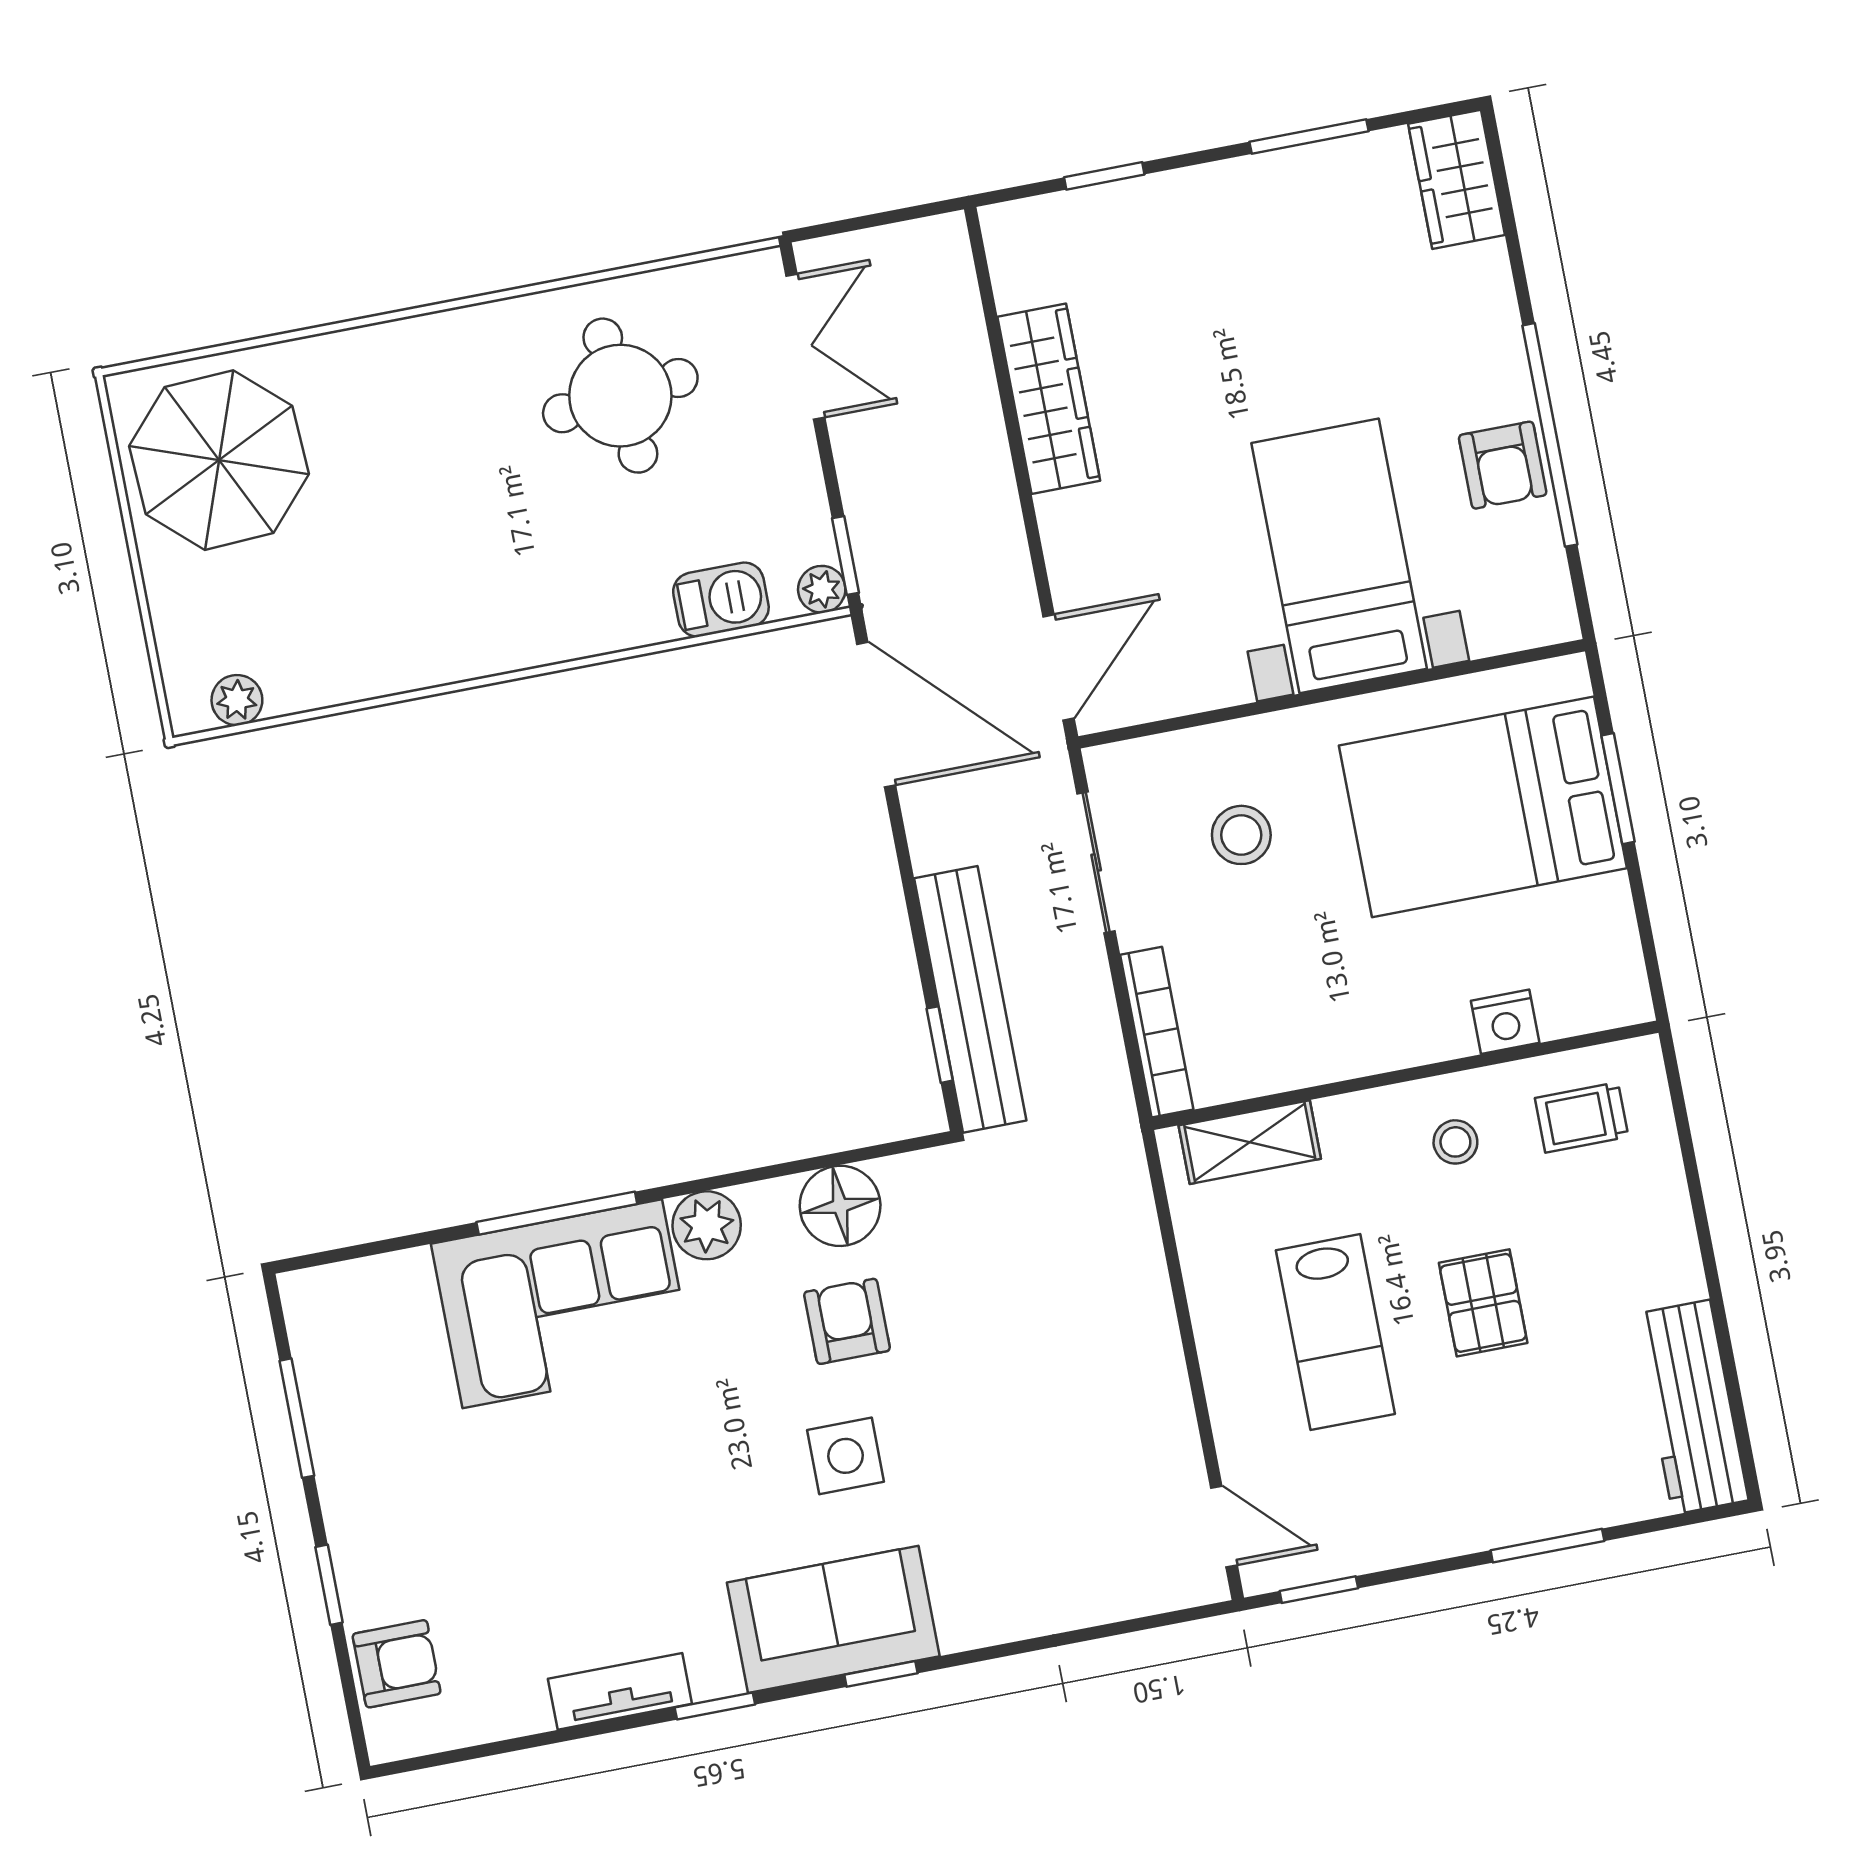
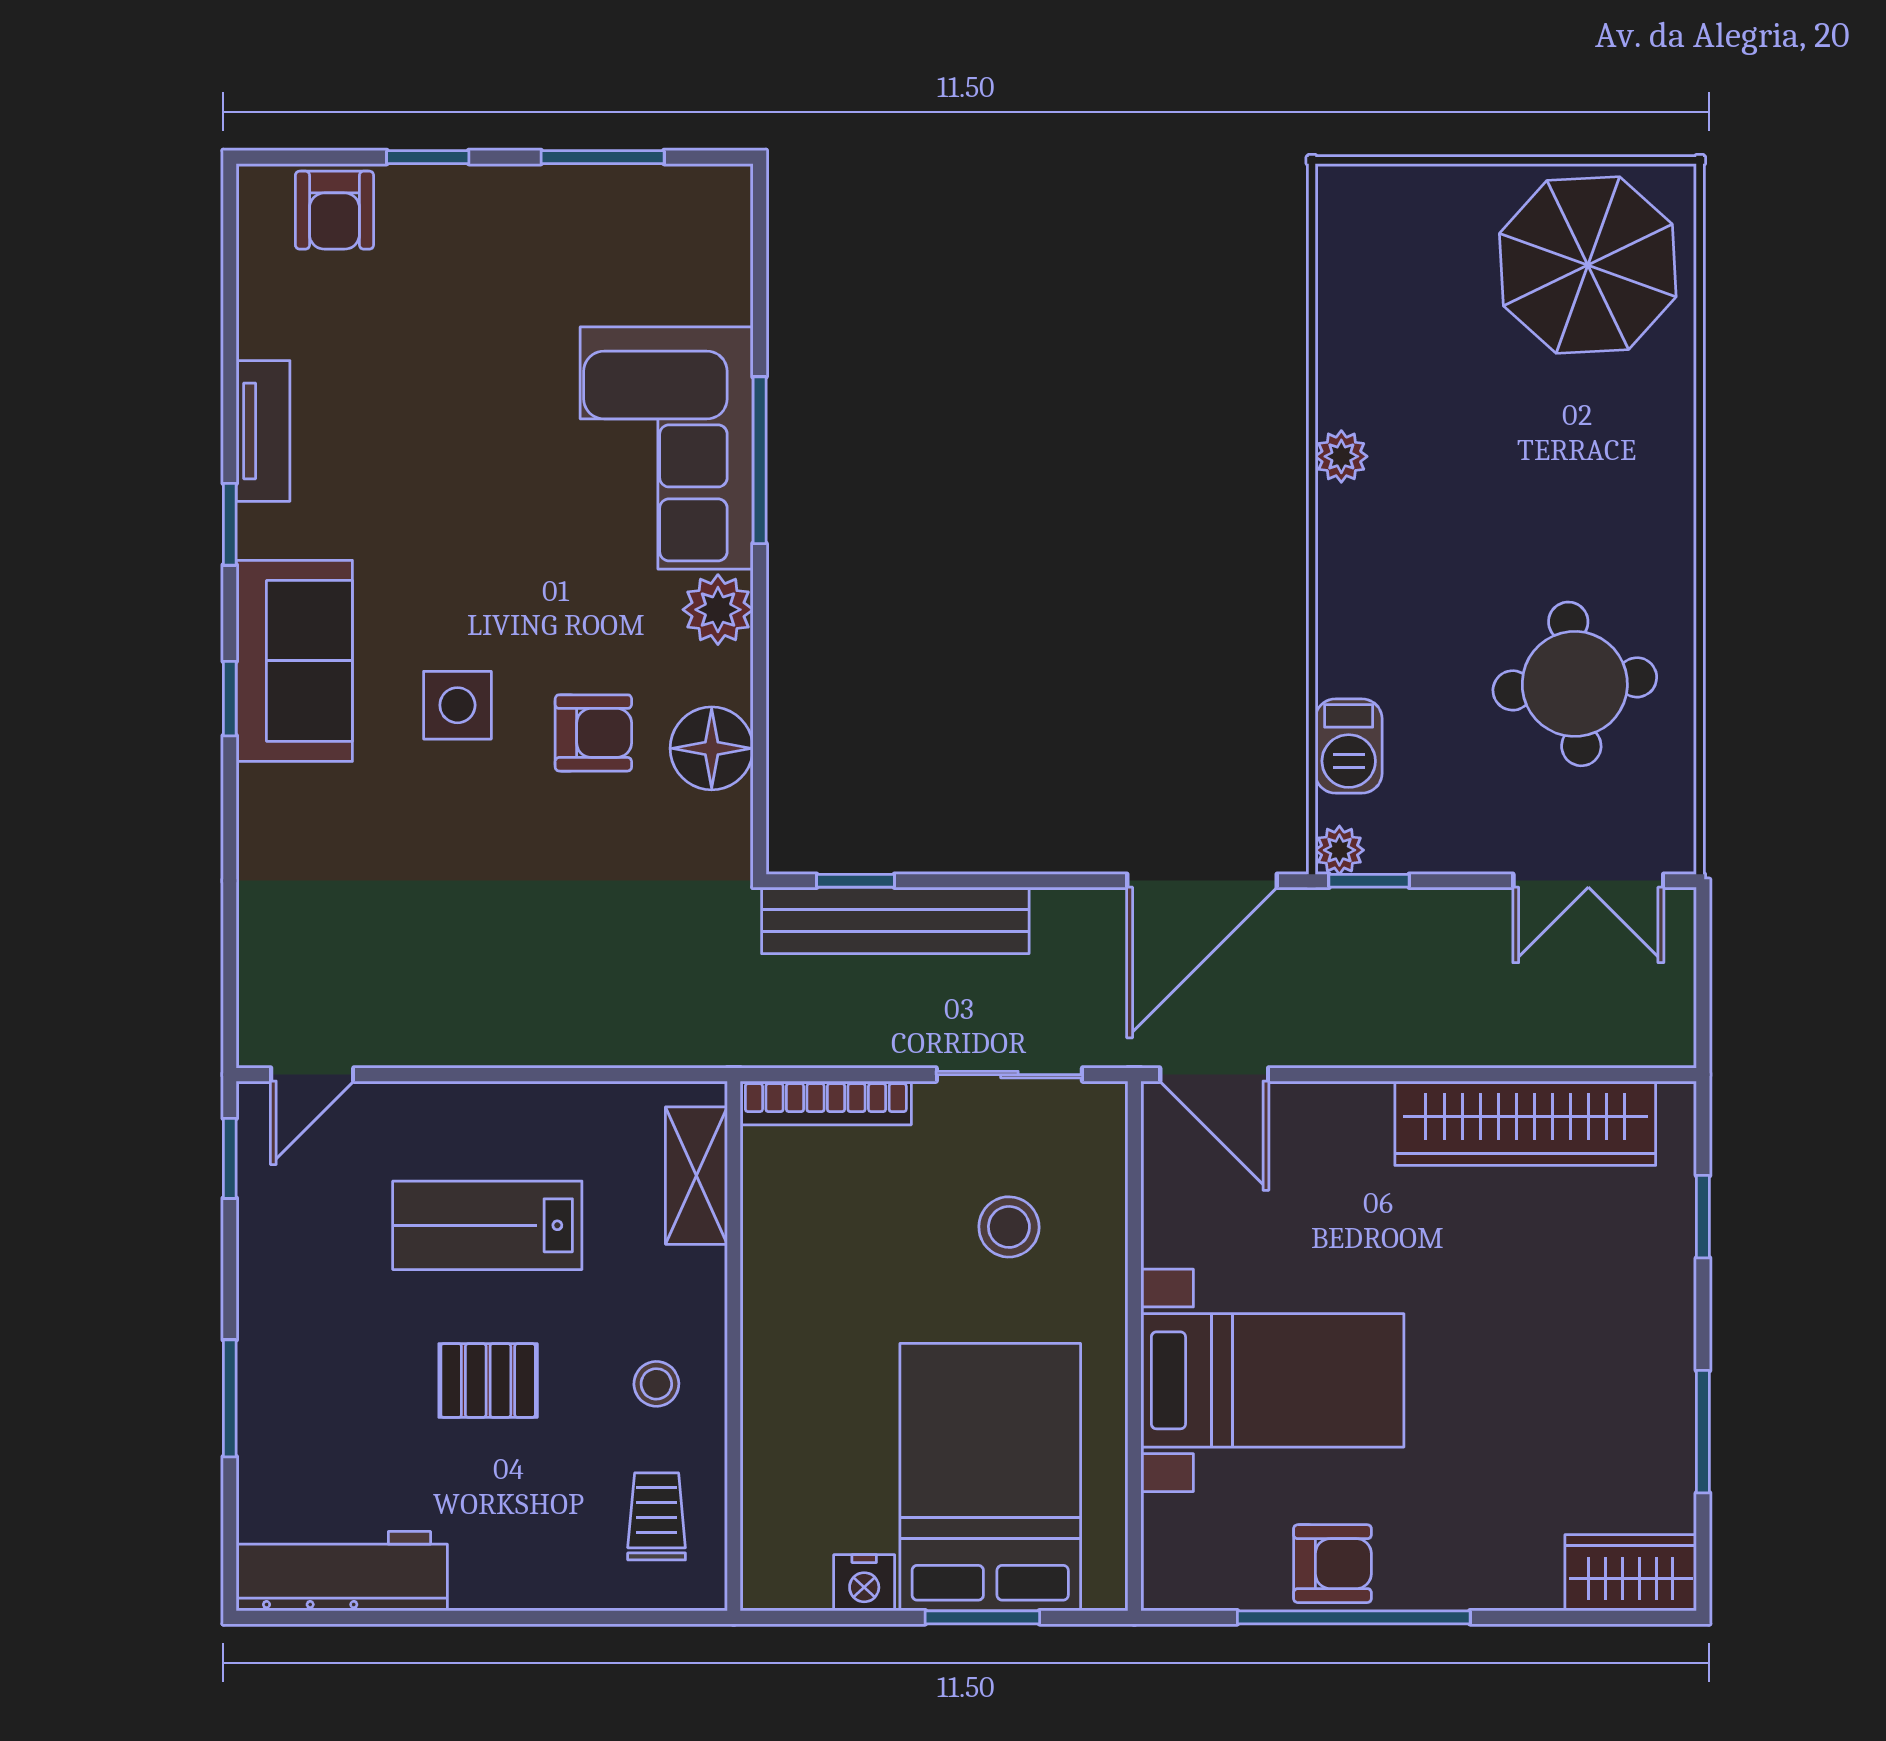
wardrobe: (1049, 399) -> (1525, 1123), width x1.40, depth x1.17
armchair: (1503, 465) -> (1332, 1564), turned 180
plant: (237, 700) -> (1341, 456), moved
nightstand: (1505, 1022) -> (864, 1583), moved, turned -90

